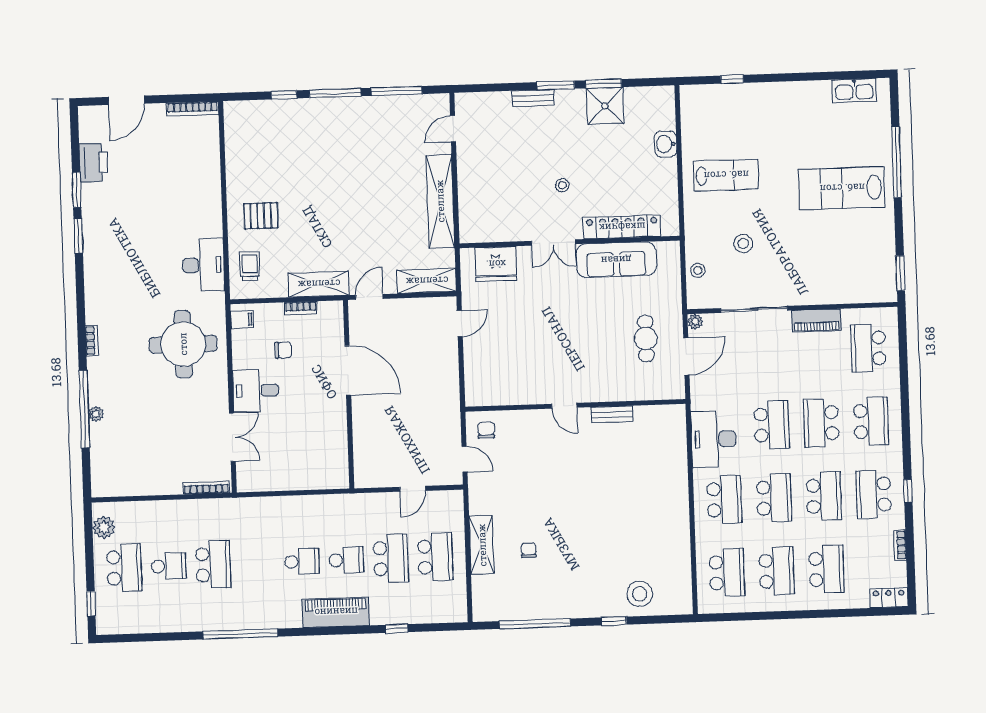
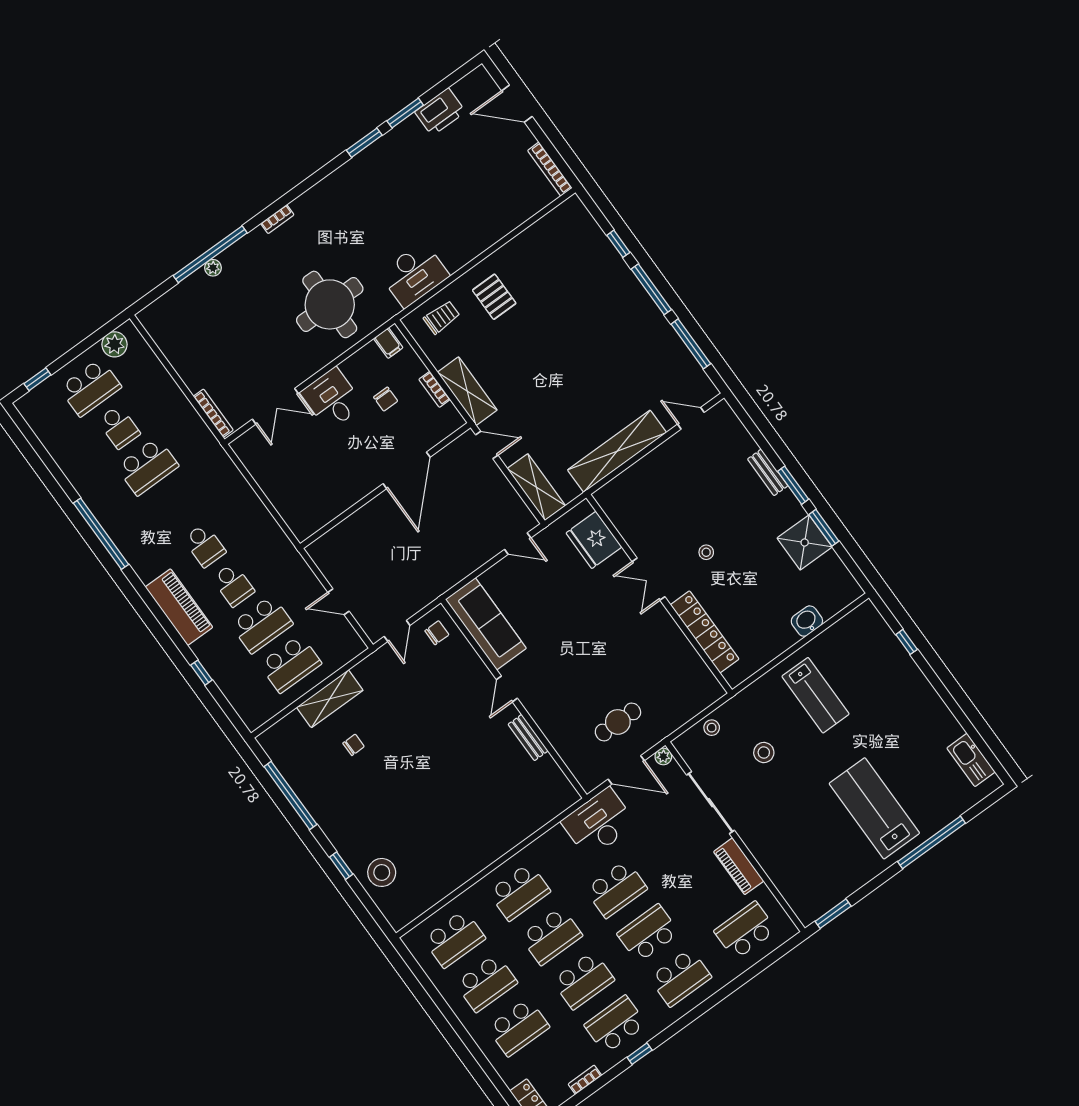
sofa: (616, 260) -> (486, 624), moved, turned 180
desk: (714, 439) -> (599, 823), moved

